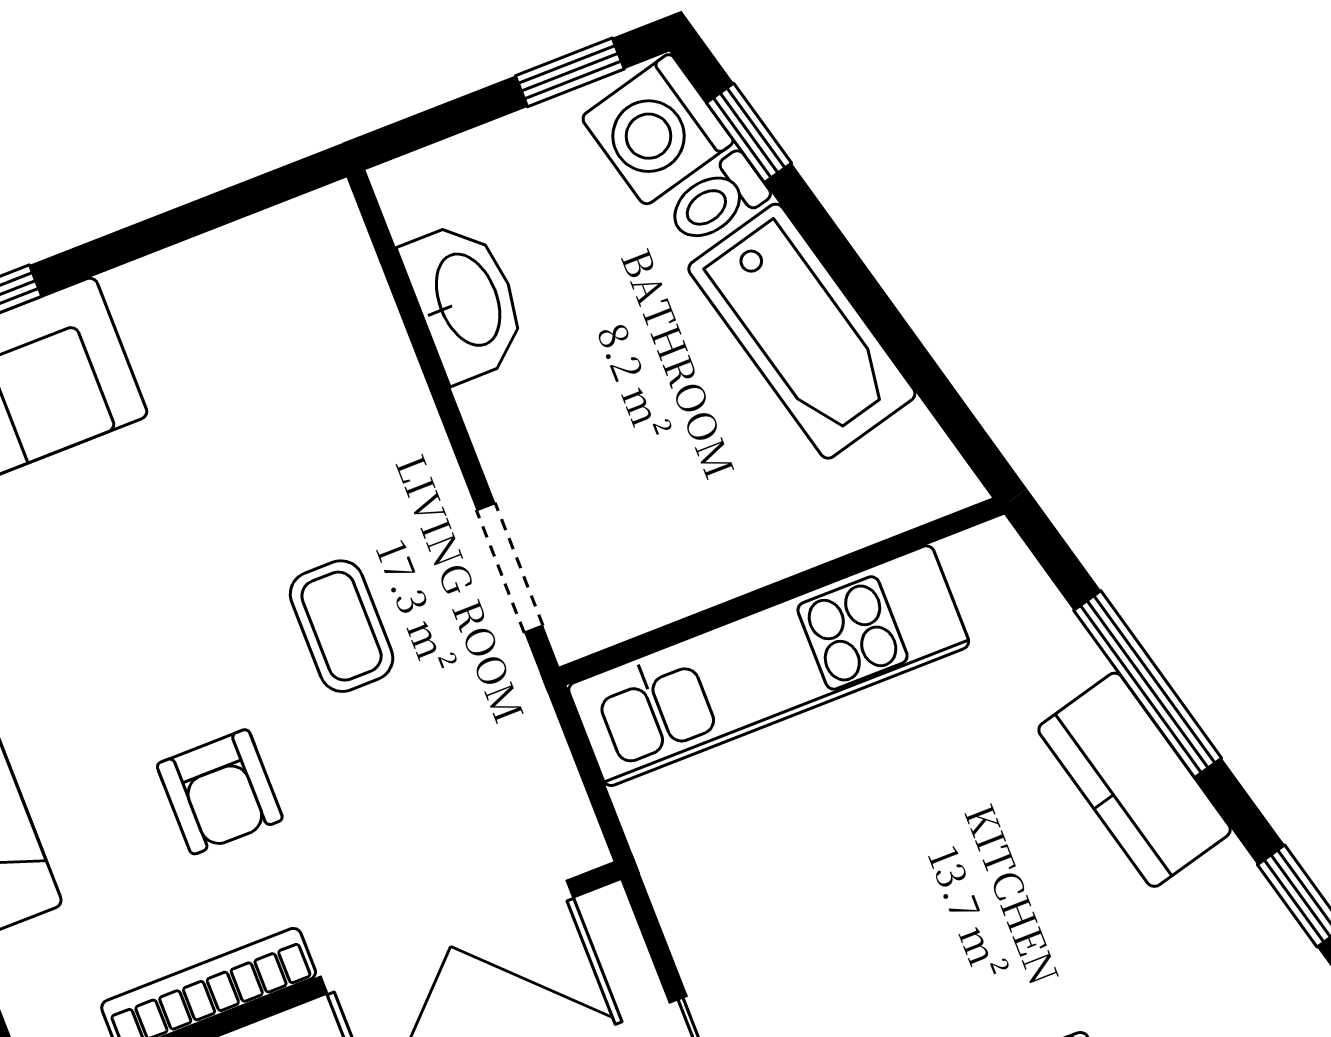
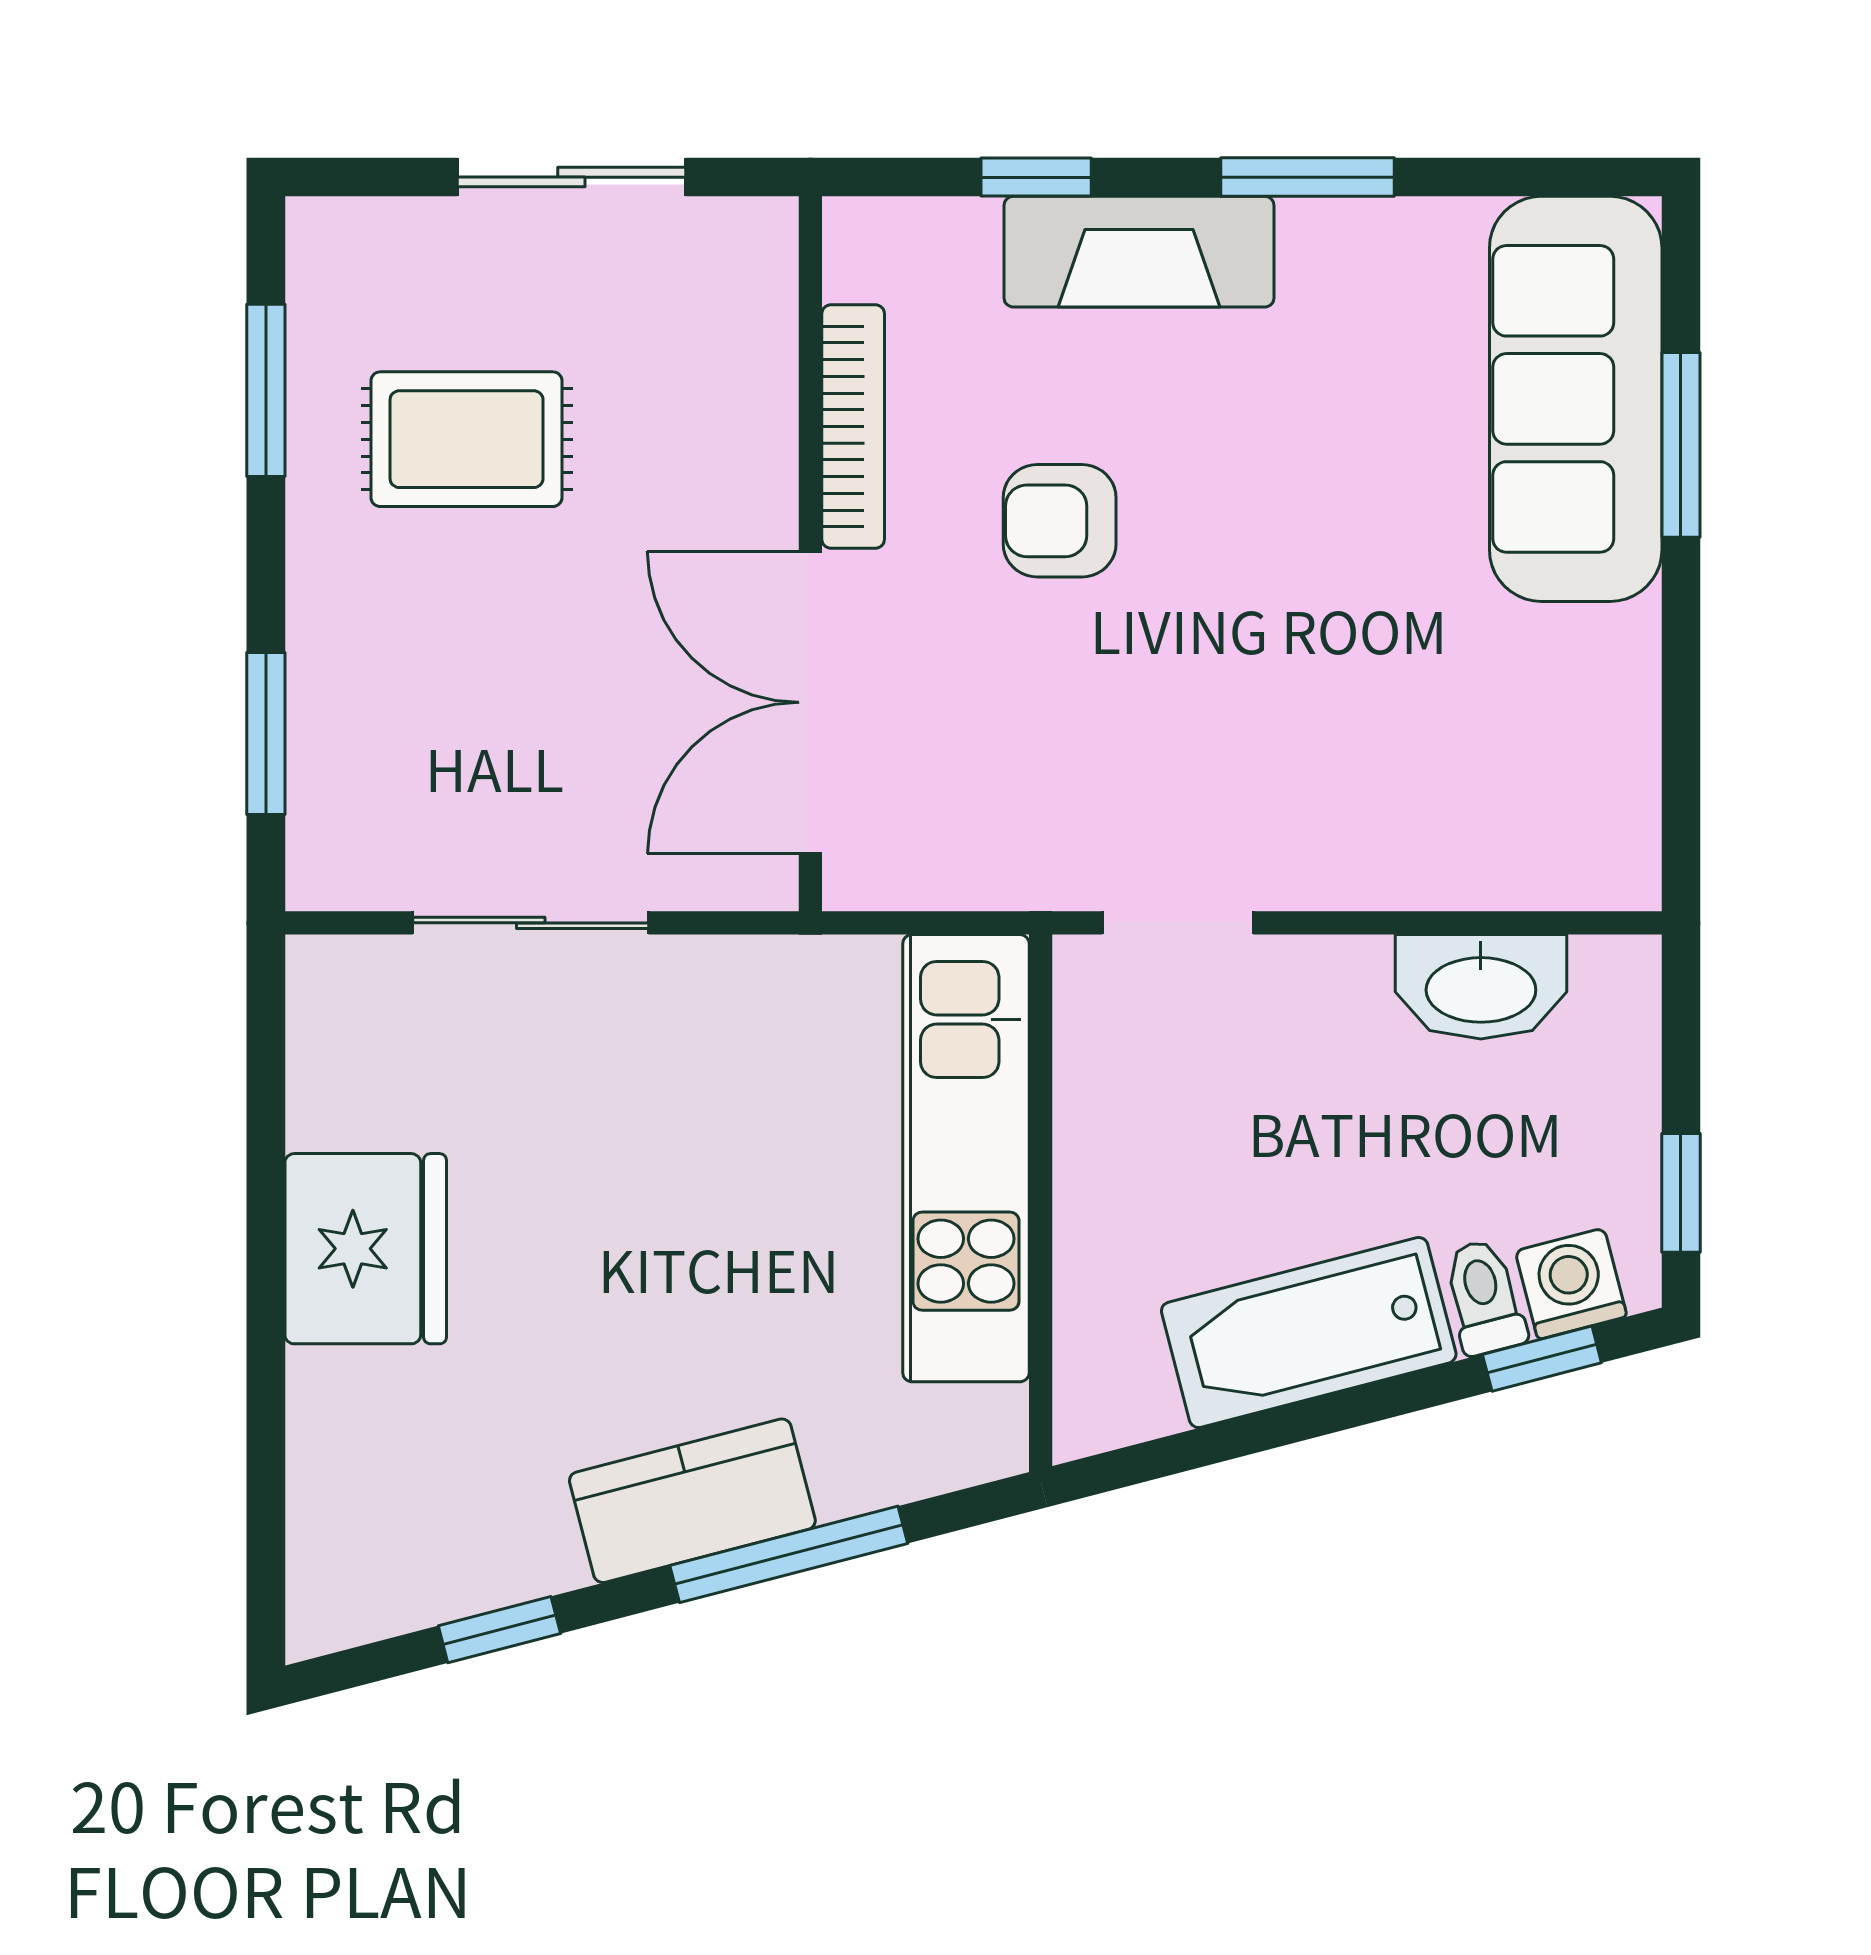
washing machine: (658, 130) -> (1571, 1284), width x0.73, depth x0.73
coffee table: (342, 626) -> (1186, 719), removed

